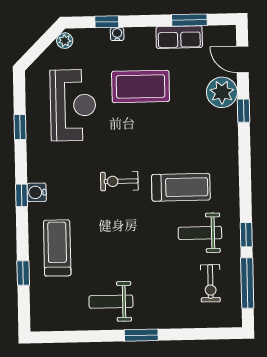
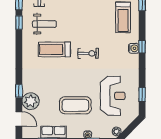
reception desk: (73, 105) -> (113, 96), turned 180
window: (20, 127) -> (142, 94), moved

